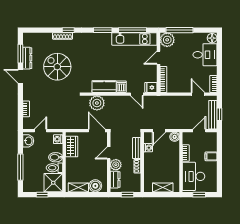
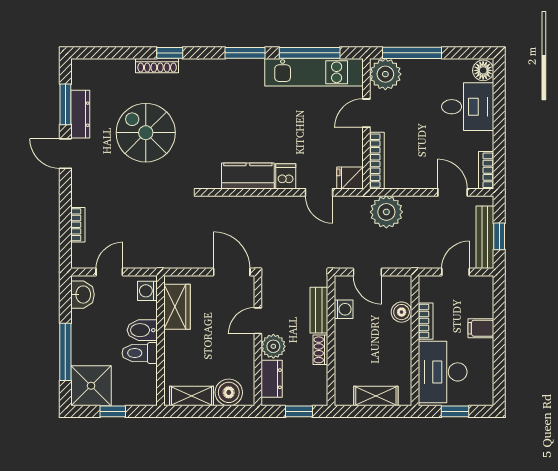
plant: (97, 103) -> (386, 212), moved
door: (159, 131) -> (367, 272), hinge flipped
boiler: (175, 137) -> (402, 312), moved
shower: (53, 183) -> (91, 386), moved

